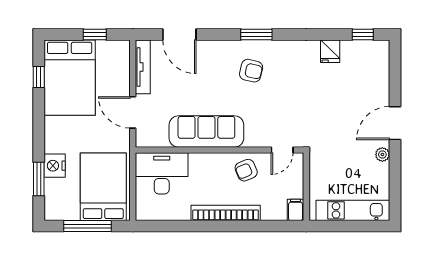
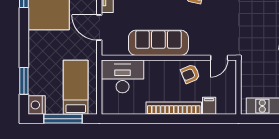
nightstand: (55, 166) -> (37, 105), moved
bed: (103, 187) -> (76, 87), width x0.67
filing cabinet: (296, 210) -> (209, 106), moved

